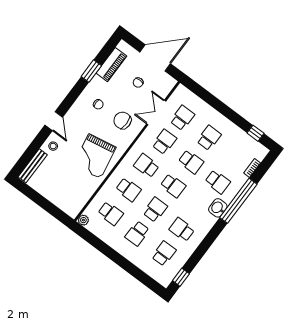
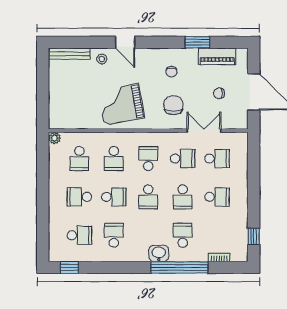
door: (54, 121) -> (125, 42), hinge flipped
school desk: (218, 182) -> (183, 235), turned 180

